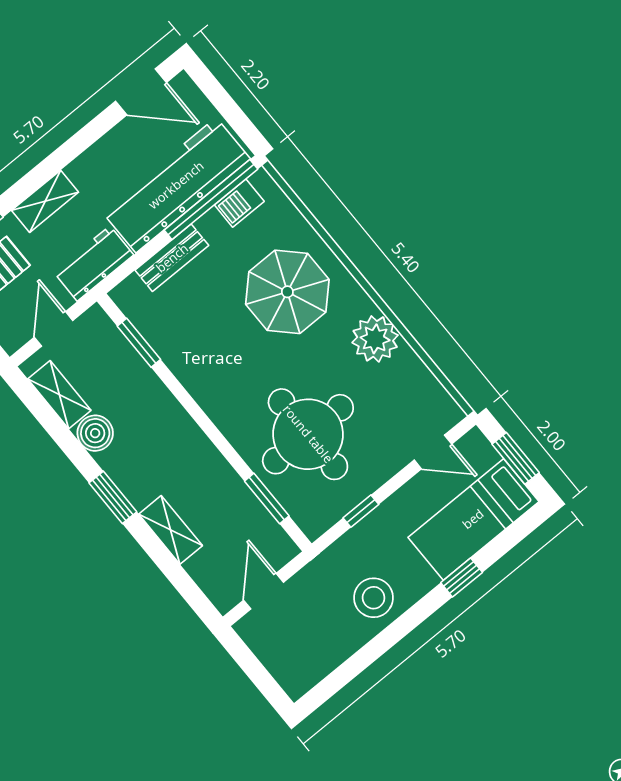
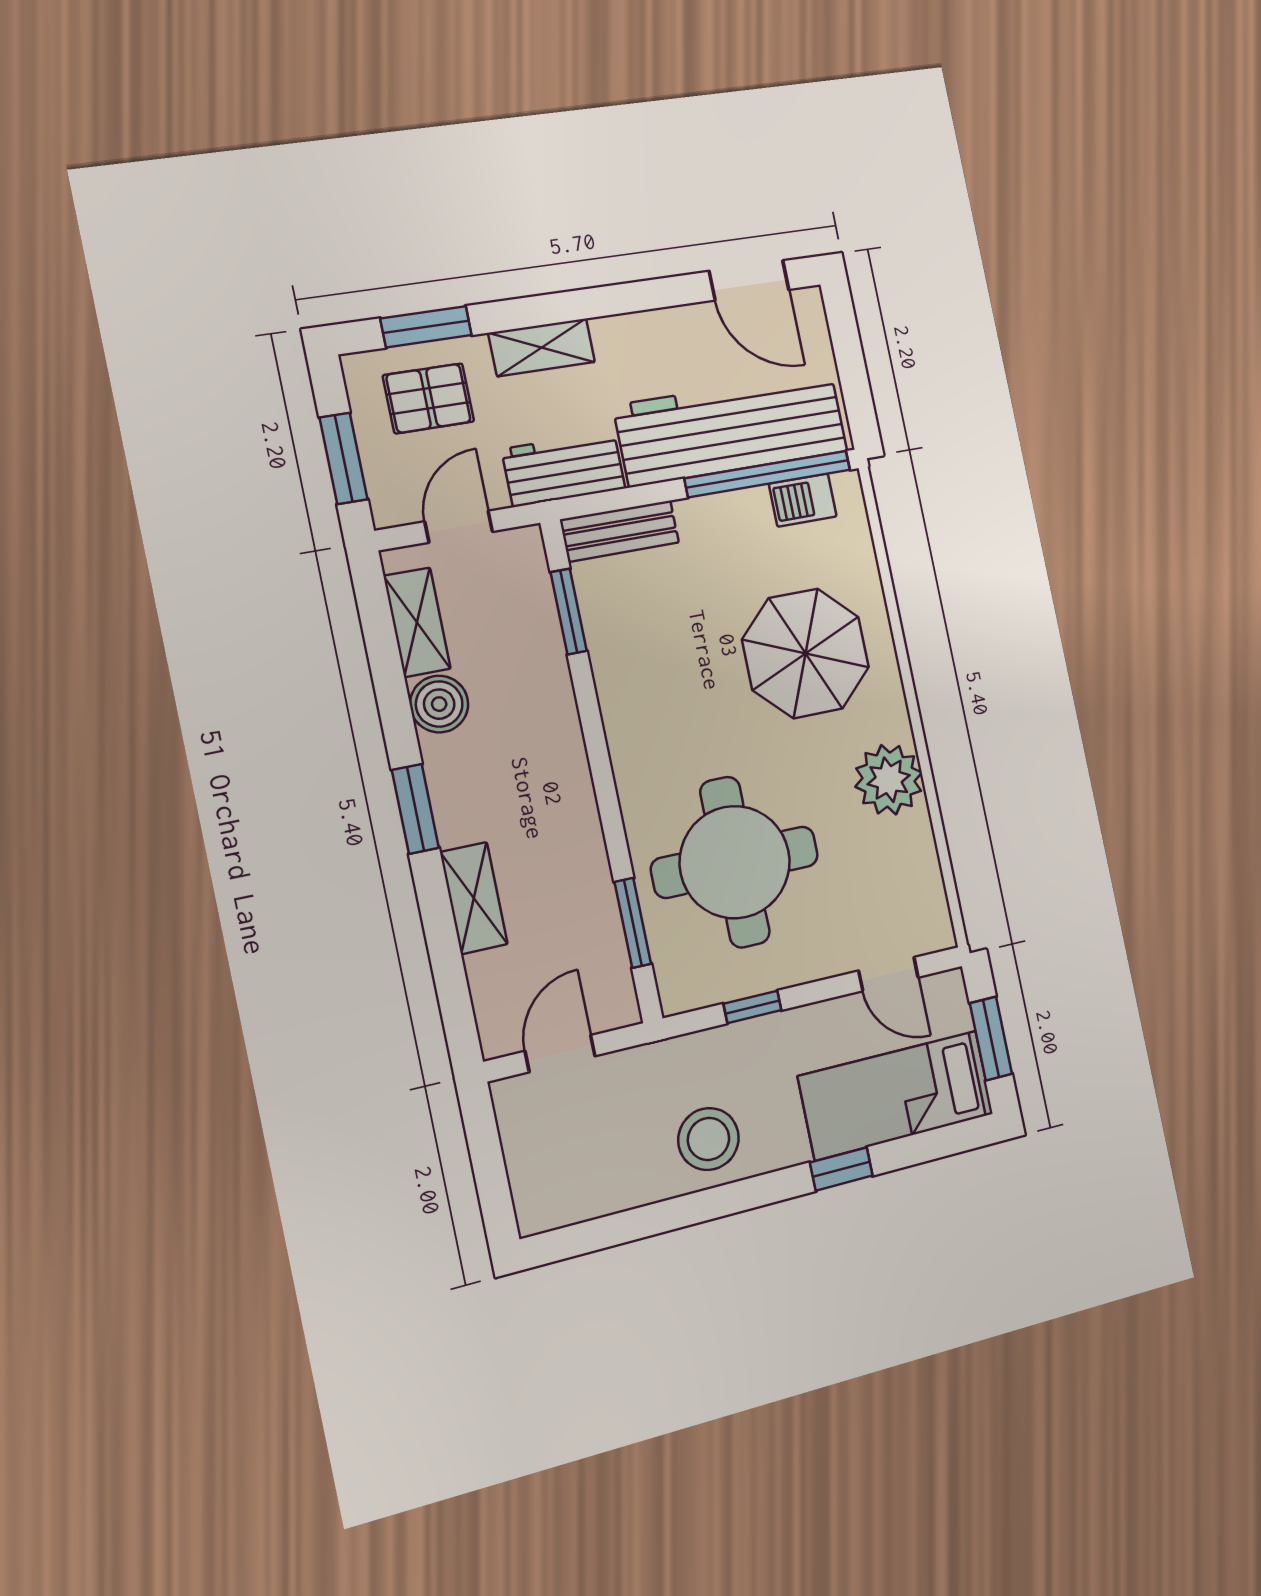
bench: (172, 258) -> (620, 531), moved

